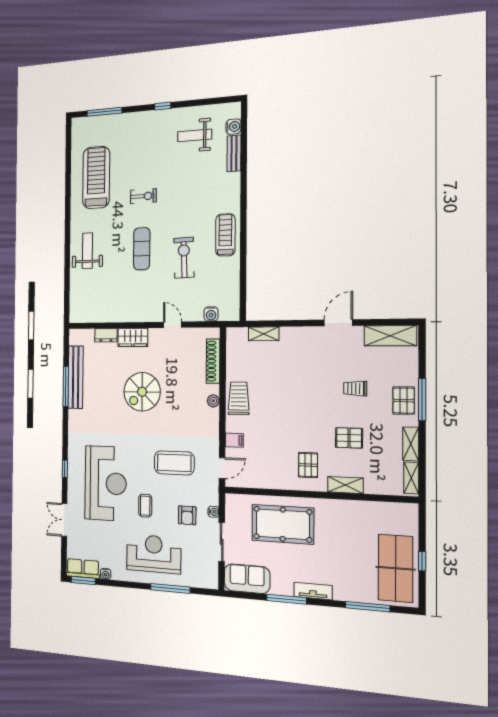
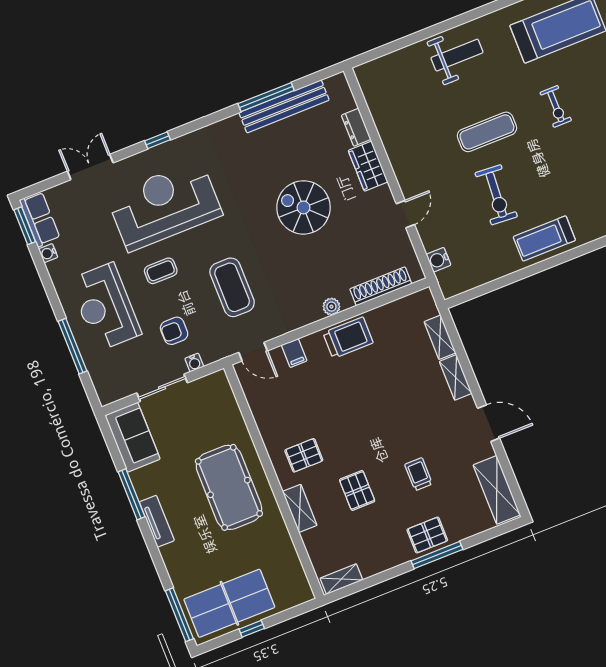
treadmill: (225, 235) -> (544, 238), turned 180
exercise bike: (184, 258) -> (496, 195), turned 96
shelving: (411, 444) -> (456, 377), moved, turned 90
reception desk: (106, 483) -> (164, 205), turned 180
pool table: (283, 524) -> (229, 487), moved
reception desk: (154, 554) -> (105, 307), turned 180
window: (368, 607) -> (179, 615), moved

